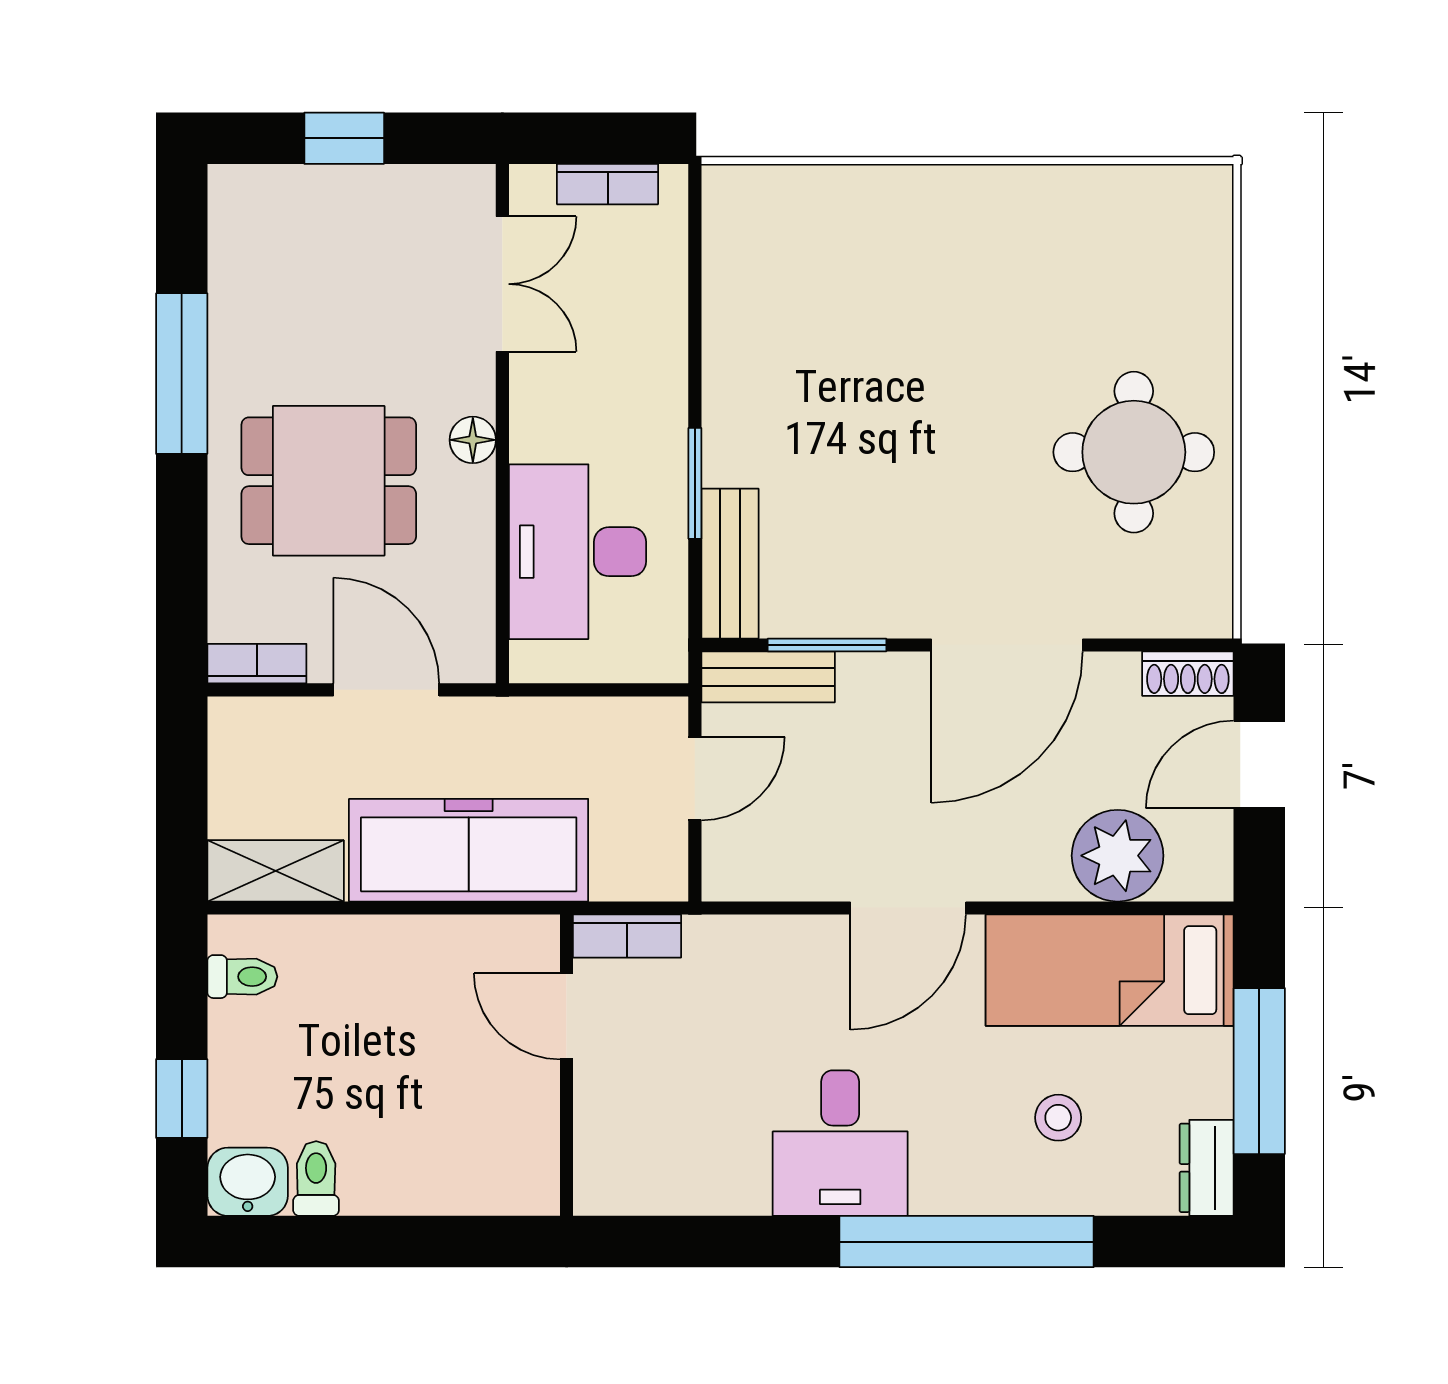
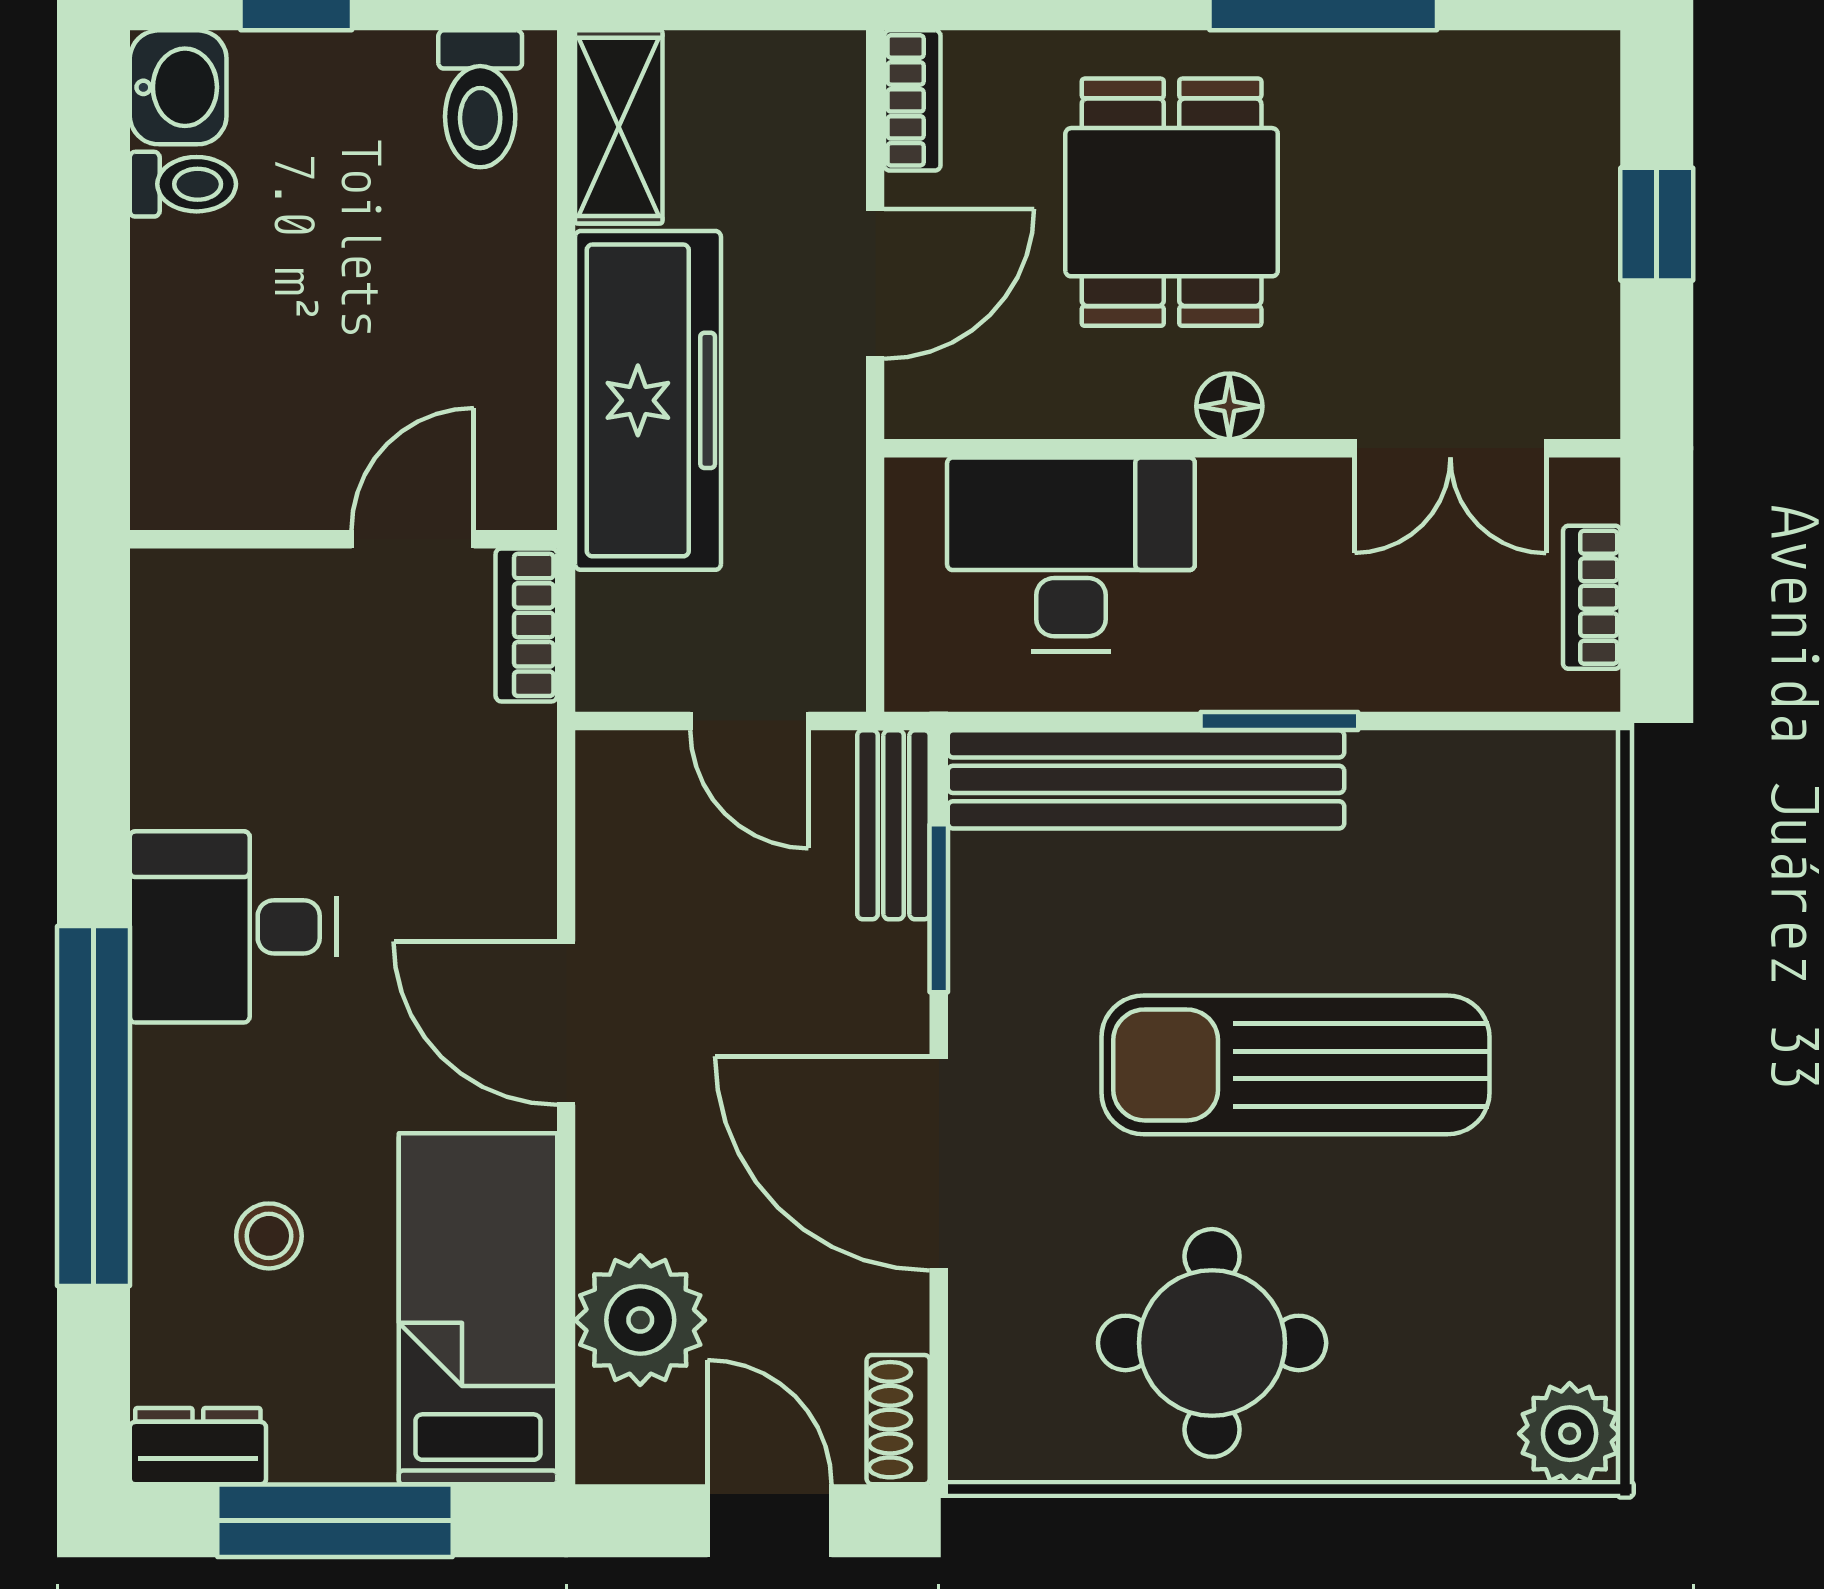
plant: (1198, 200) -> (1570, 1434), added
sun lounger: (938, 393) -> (1295, 1065), added
window: (695, 483) -> (1279, 721), moved
bench: (730, 564) -> (1146, 779), width x1.86, depth x1.21
toilet: (242, 977) -> (480, 99), width x1.37, depth x1.39

